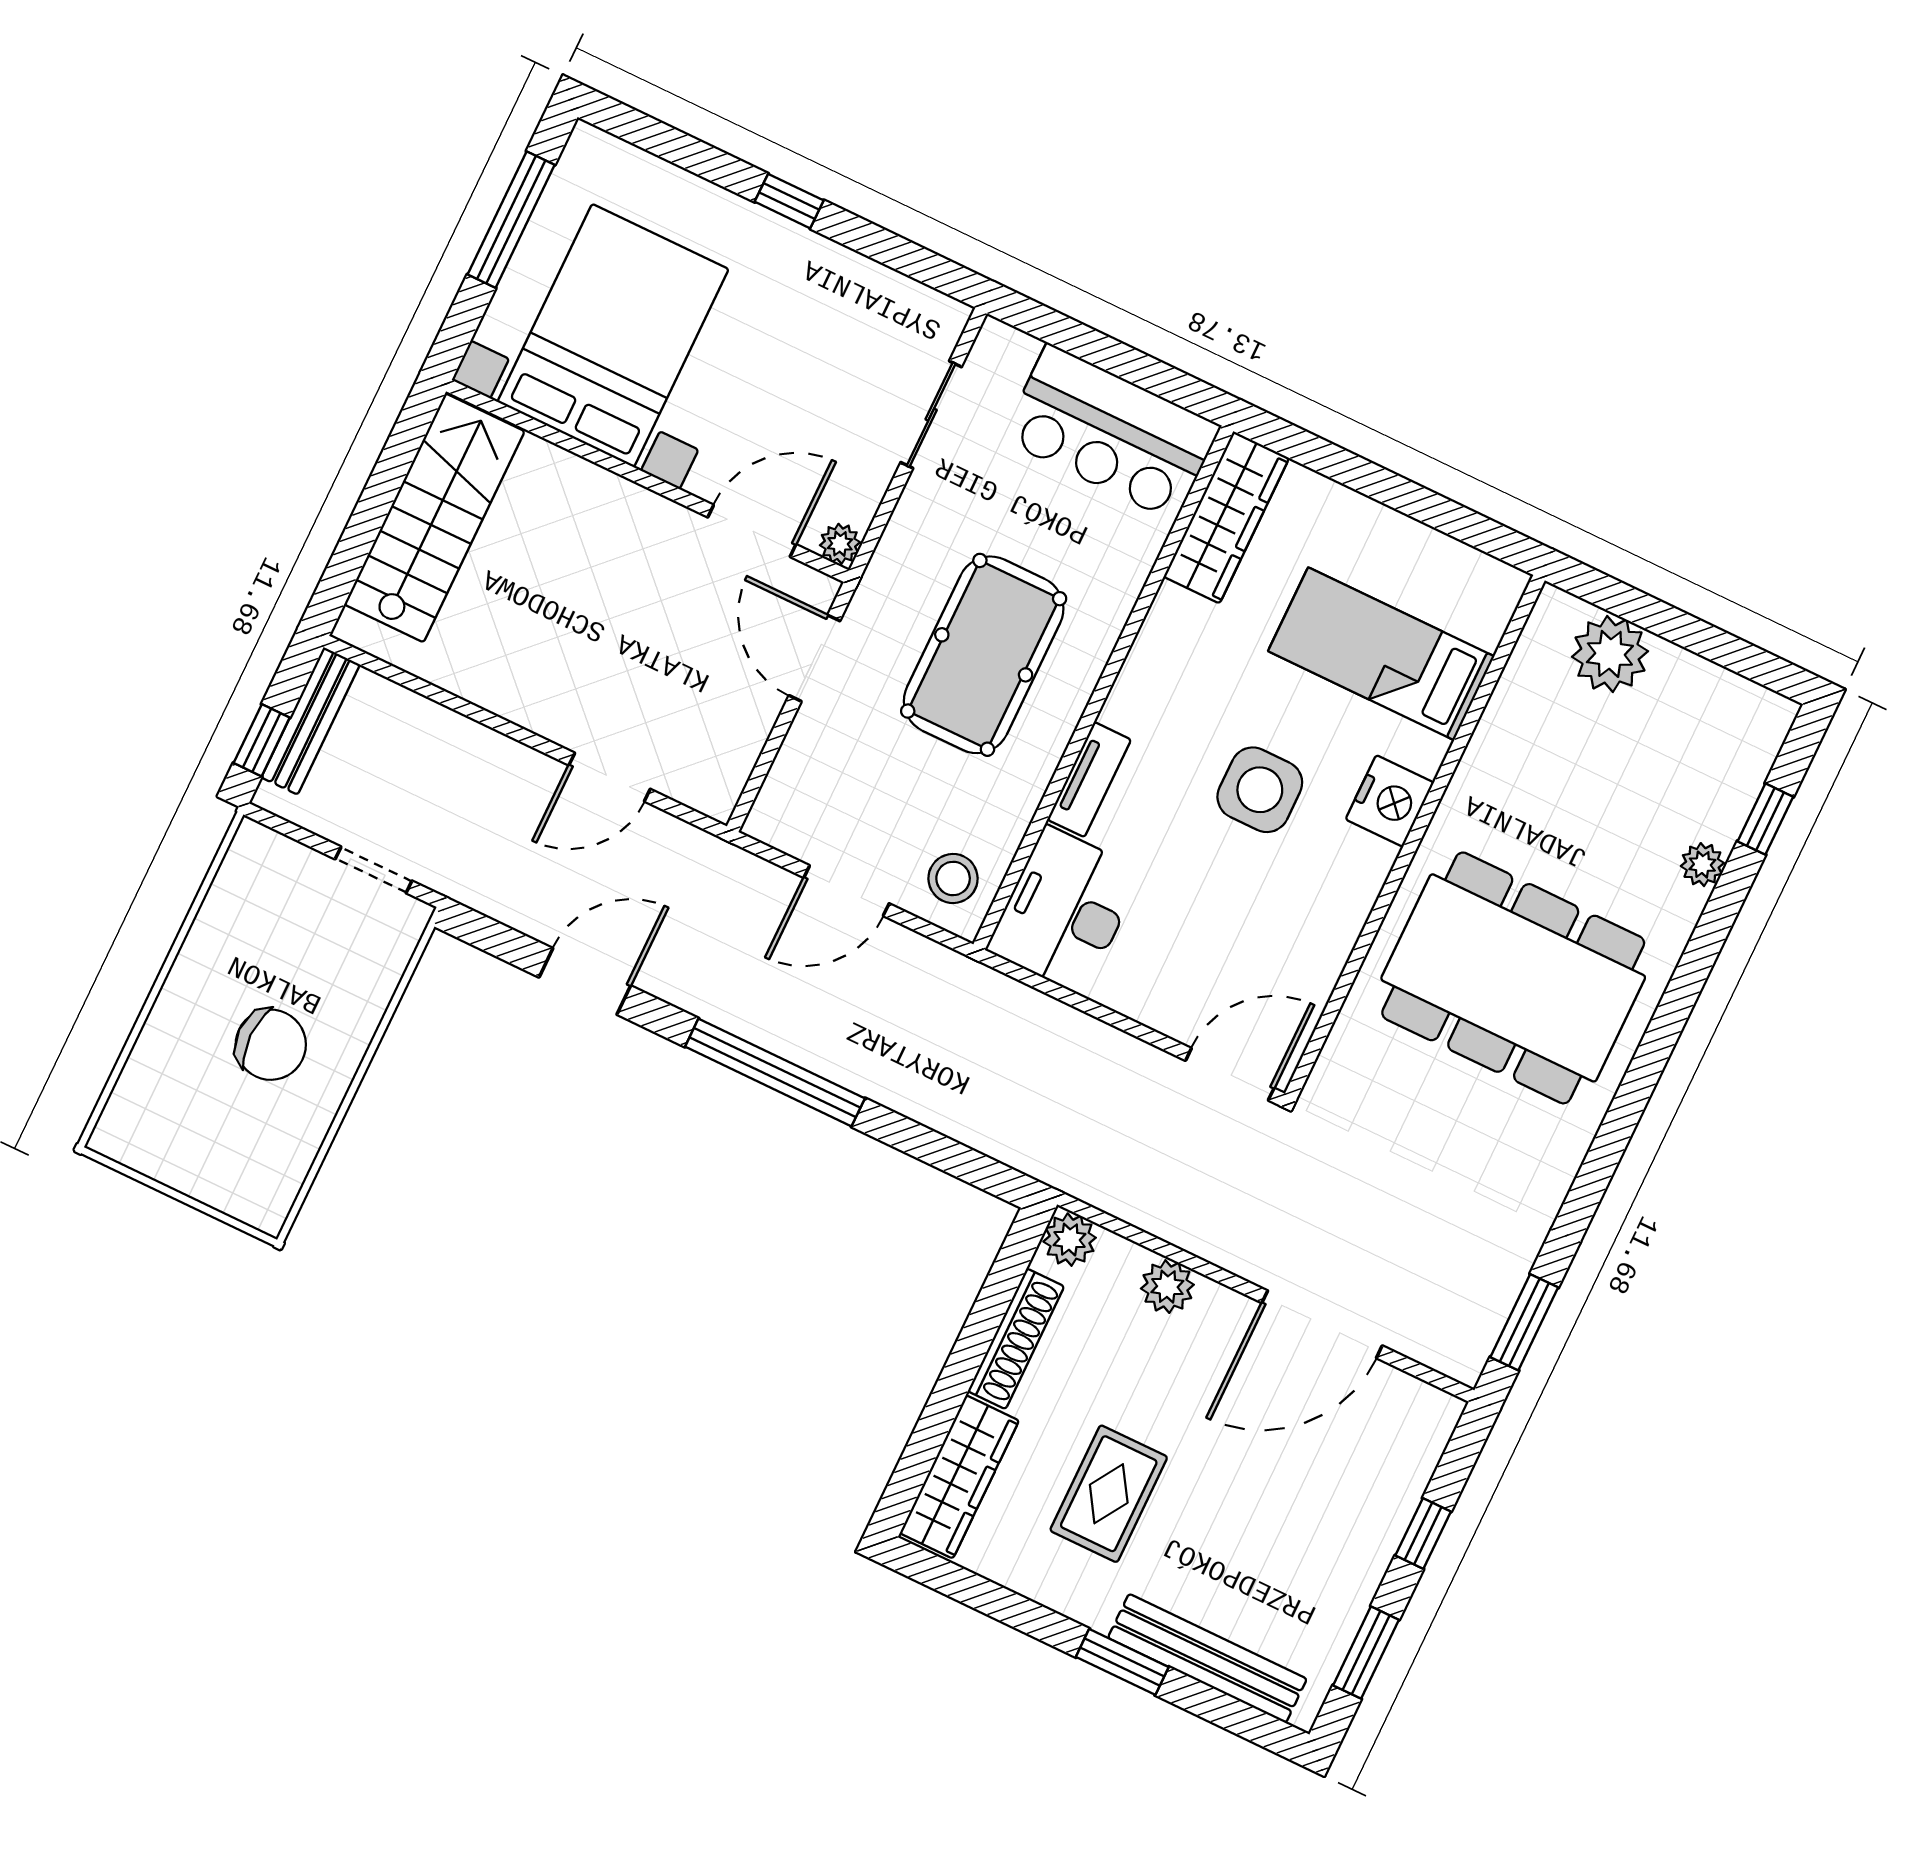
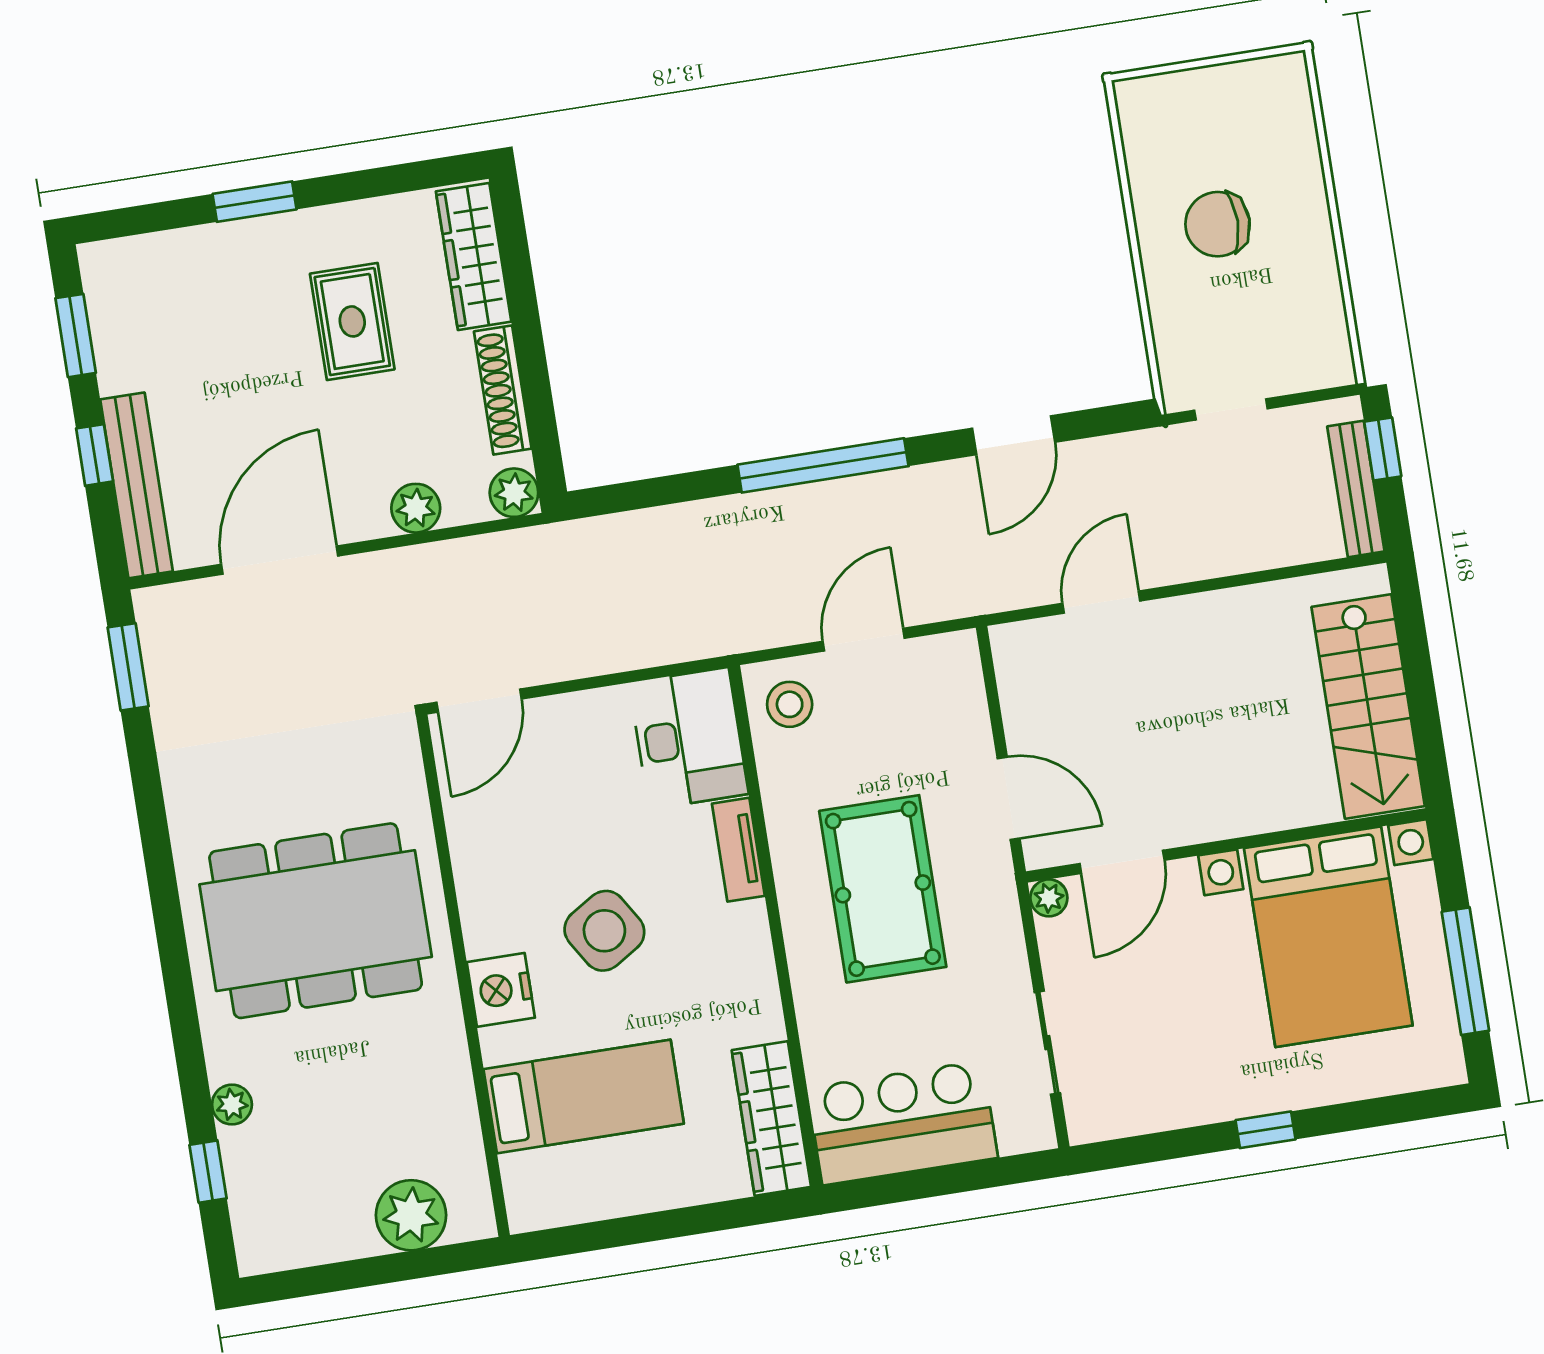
side table: (1260, 790) -> (604, 931), turned -32
bench: (1207, 1658) -> (137, 485), moved, turned 90

